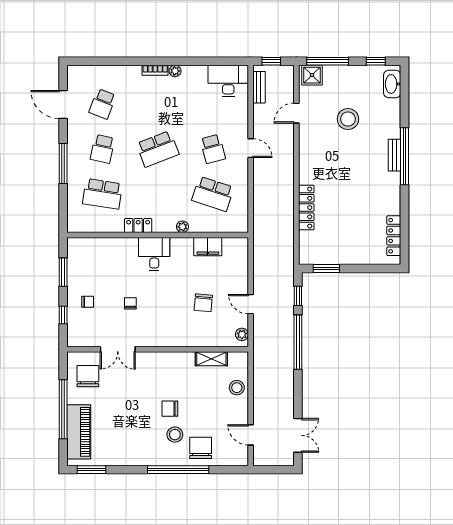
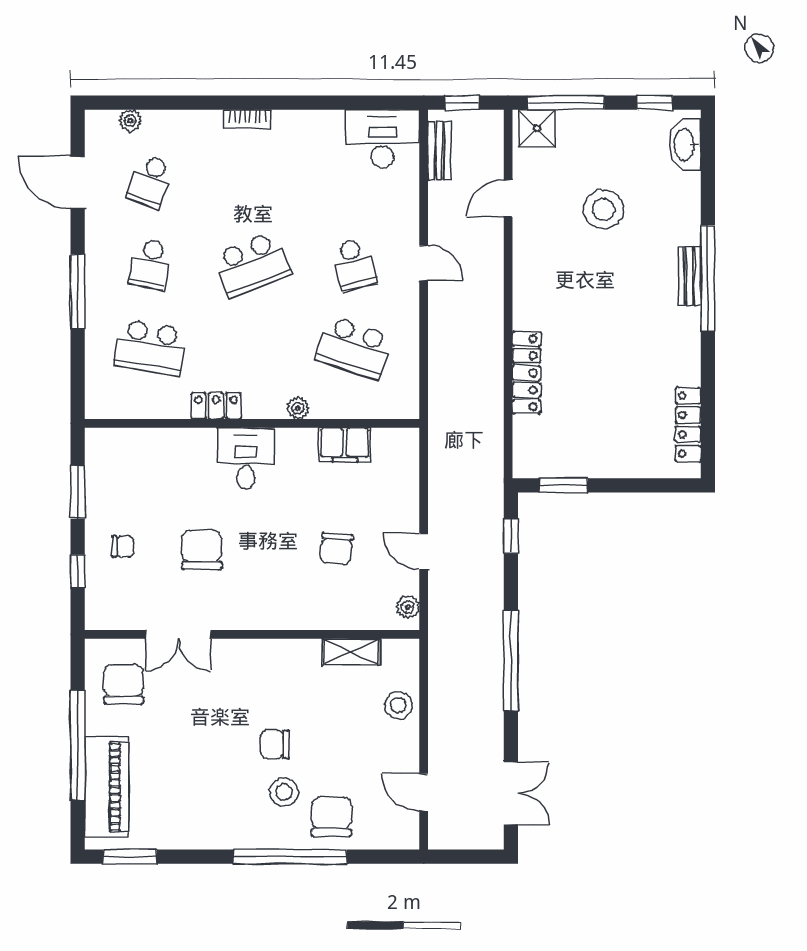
plant: (175, 71) -> (130, 121), moved
chair: (130, 303) -> (202, 550), width x1.87, depth x1.87
window: (298, 342) -> (511, 661), moved

